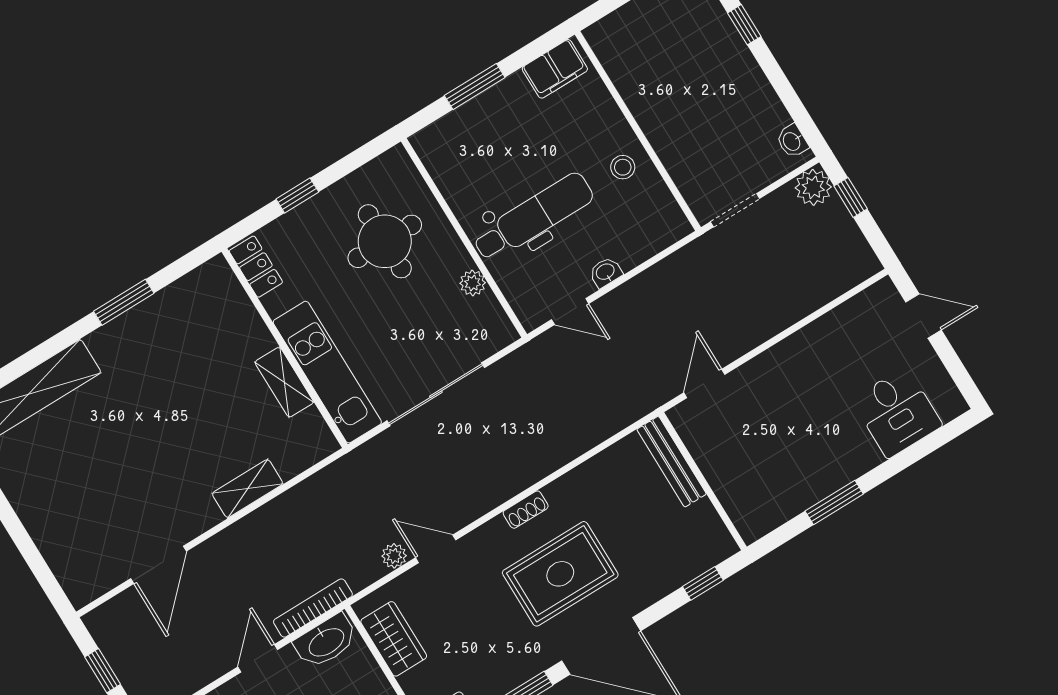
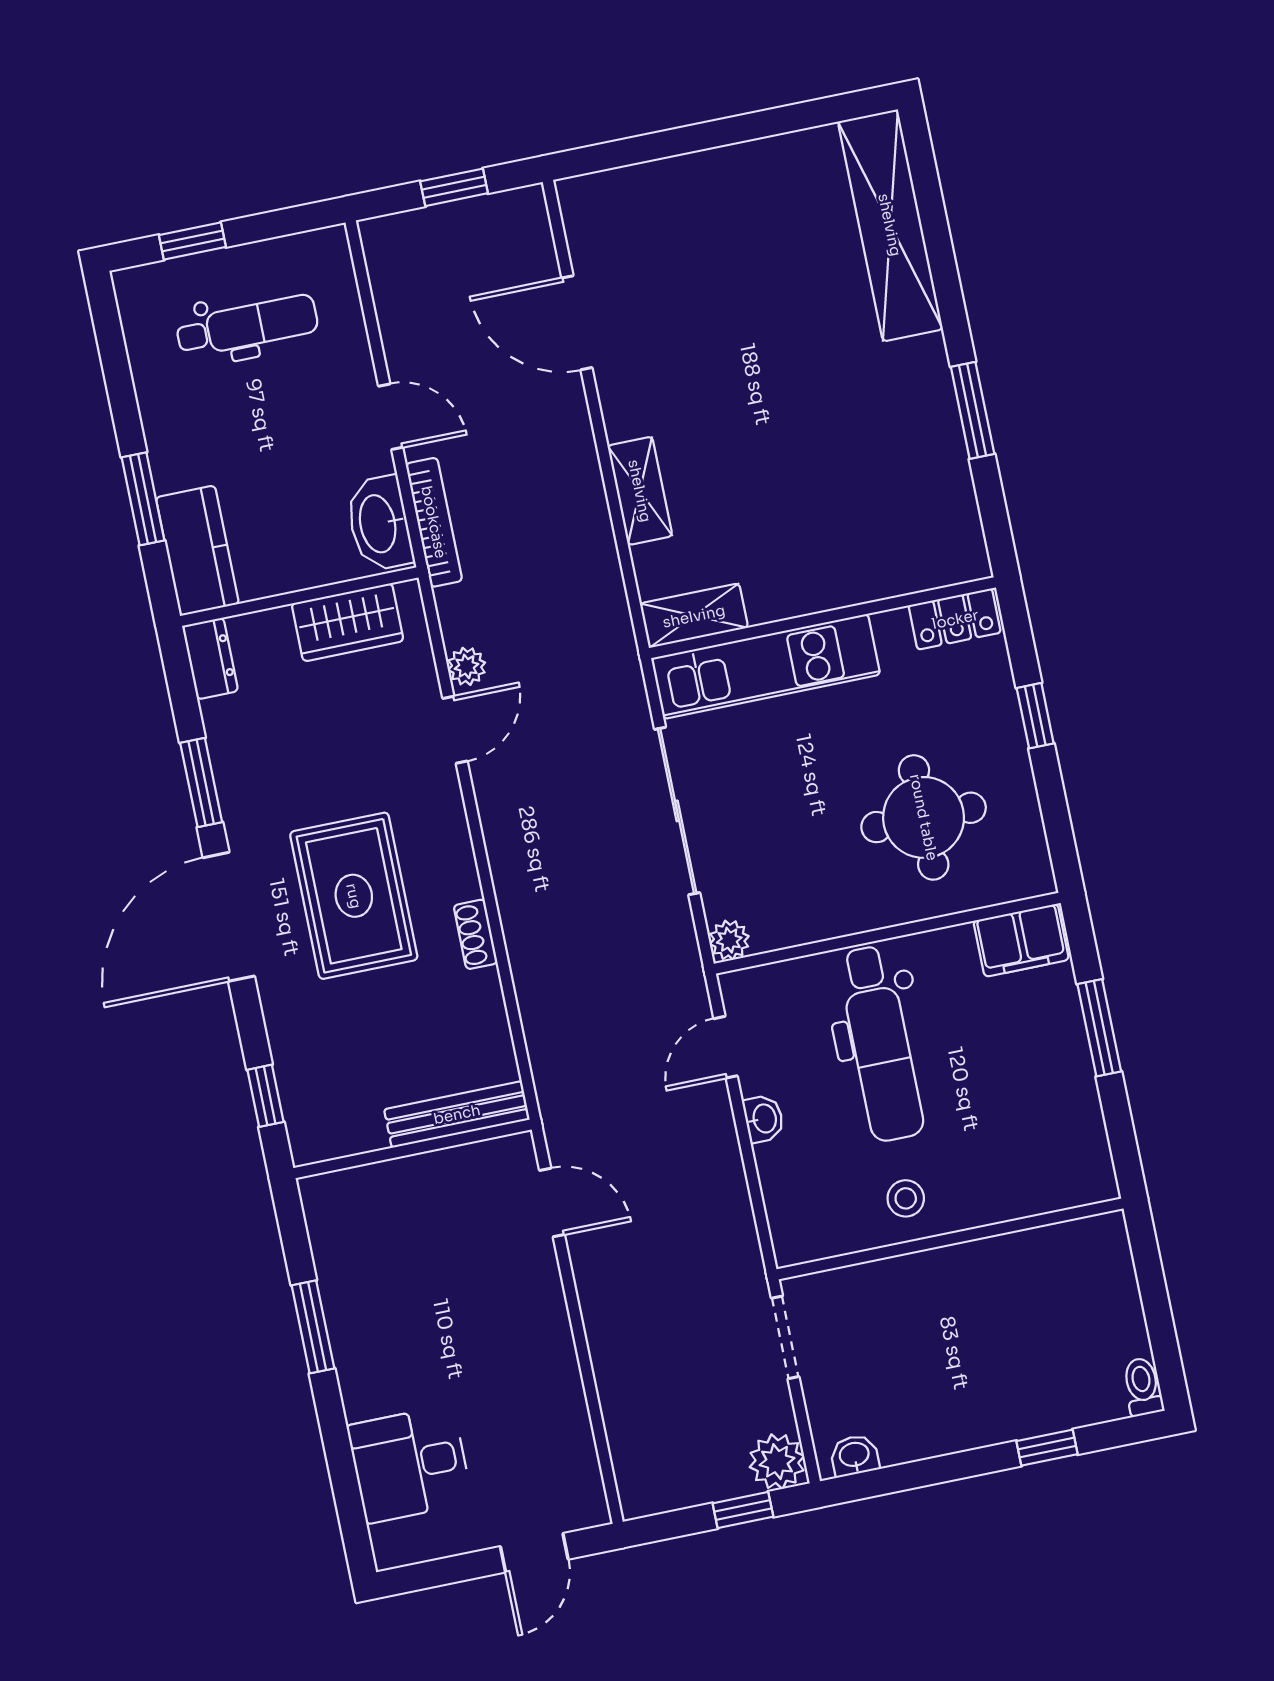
filing cabinet: (555, 69) -> (1021, 940), moved, turned -90
plant: (473, 283) -> (729, 940), moved
shelving: (284, 382) -> (694, 616), moved
shoe rack: (526, 510) -> (476, 934), moved

